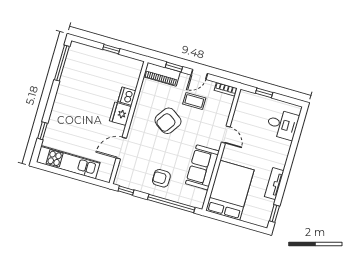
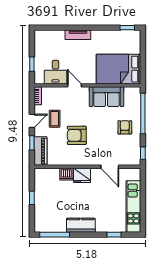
door: (199, 74) -> (32, 121), hinge flipped
kitchen counter: (64, 96) -> (81, 225), added
armchair: (168, 121) -> (77, 135), turned 146
desk: (282, 124) -> (56, 72), moved, turned 180
door: (226, 135) -> (74, 85), hinge flipped
armchair: (161, 178) -> (125, 127), turned 180
tv unit: (274, 184) -> (78, 35), moved

